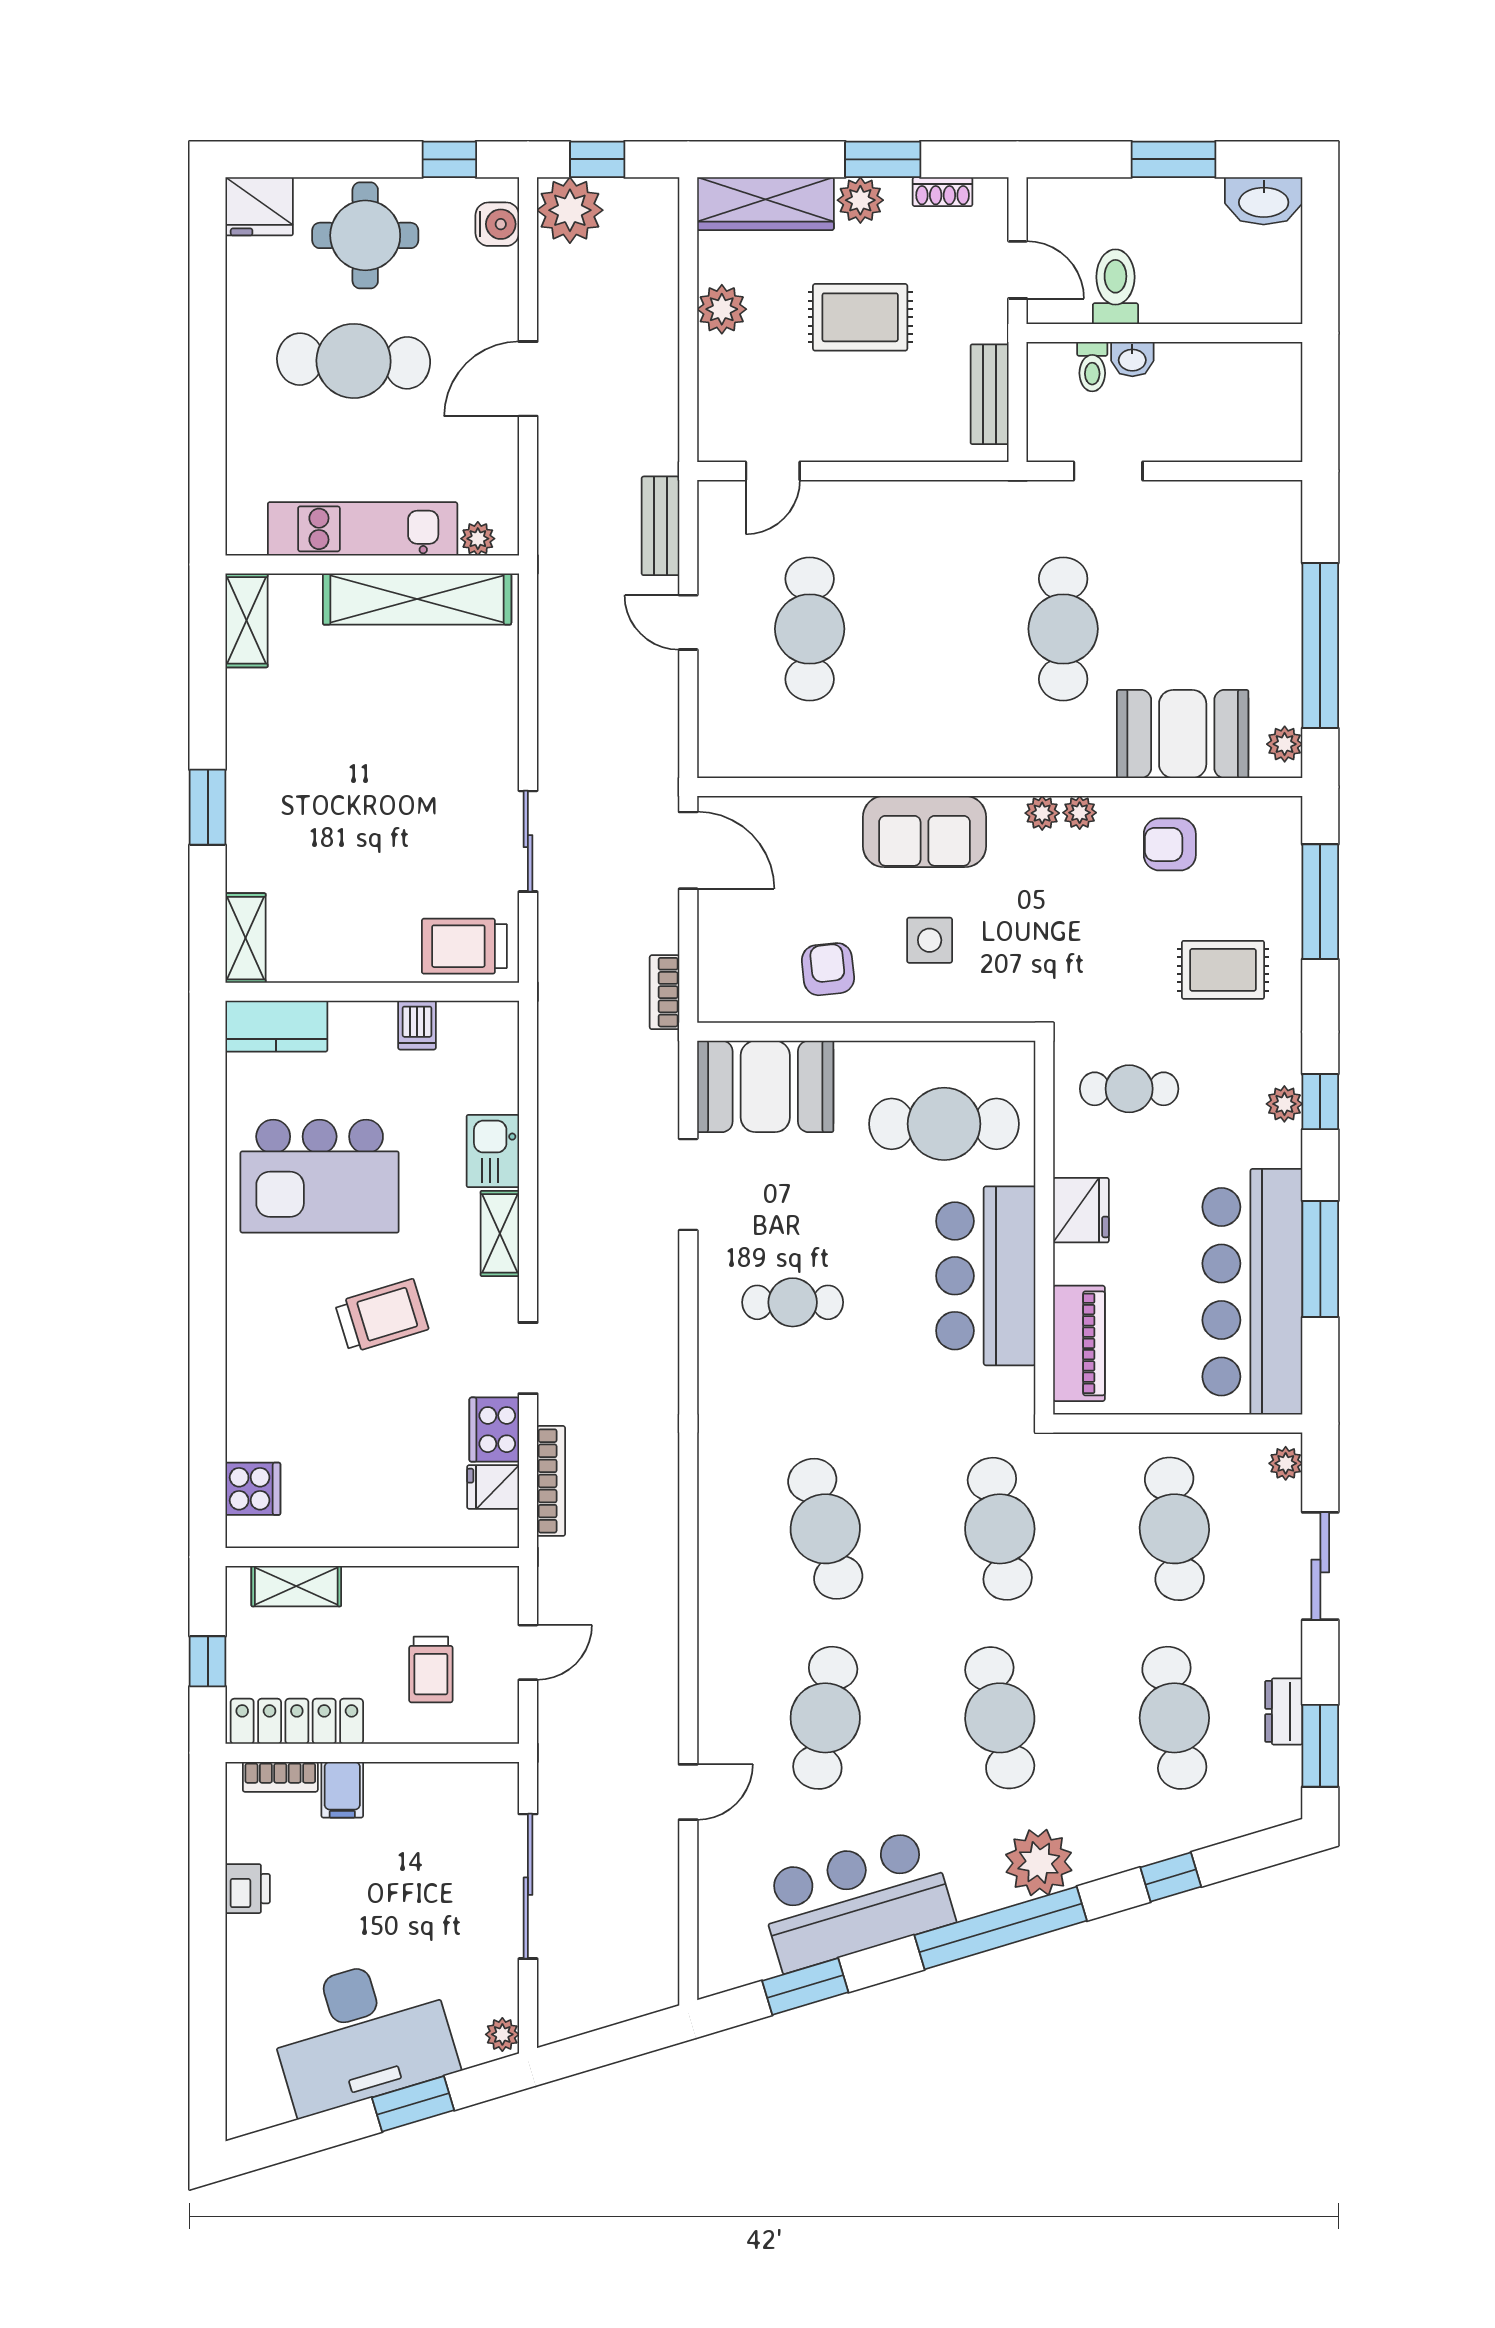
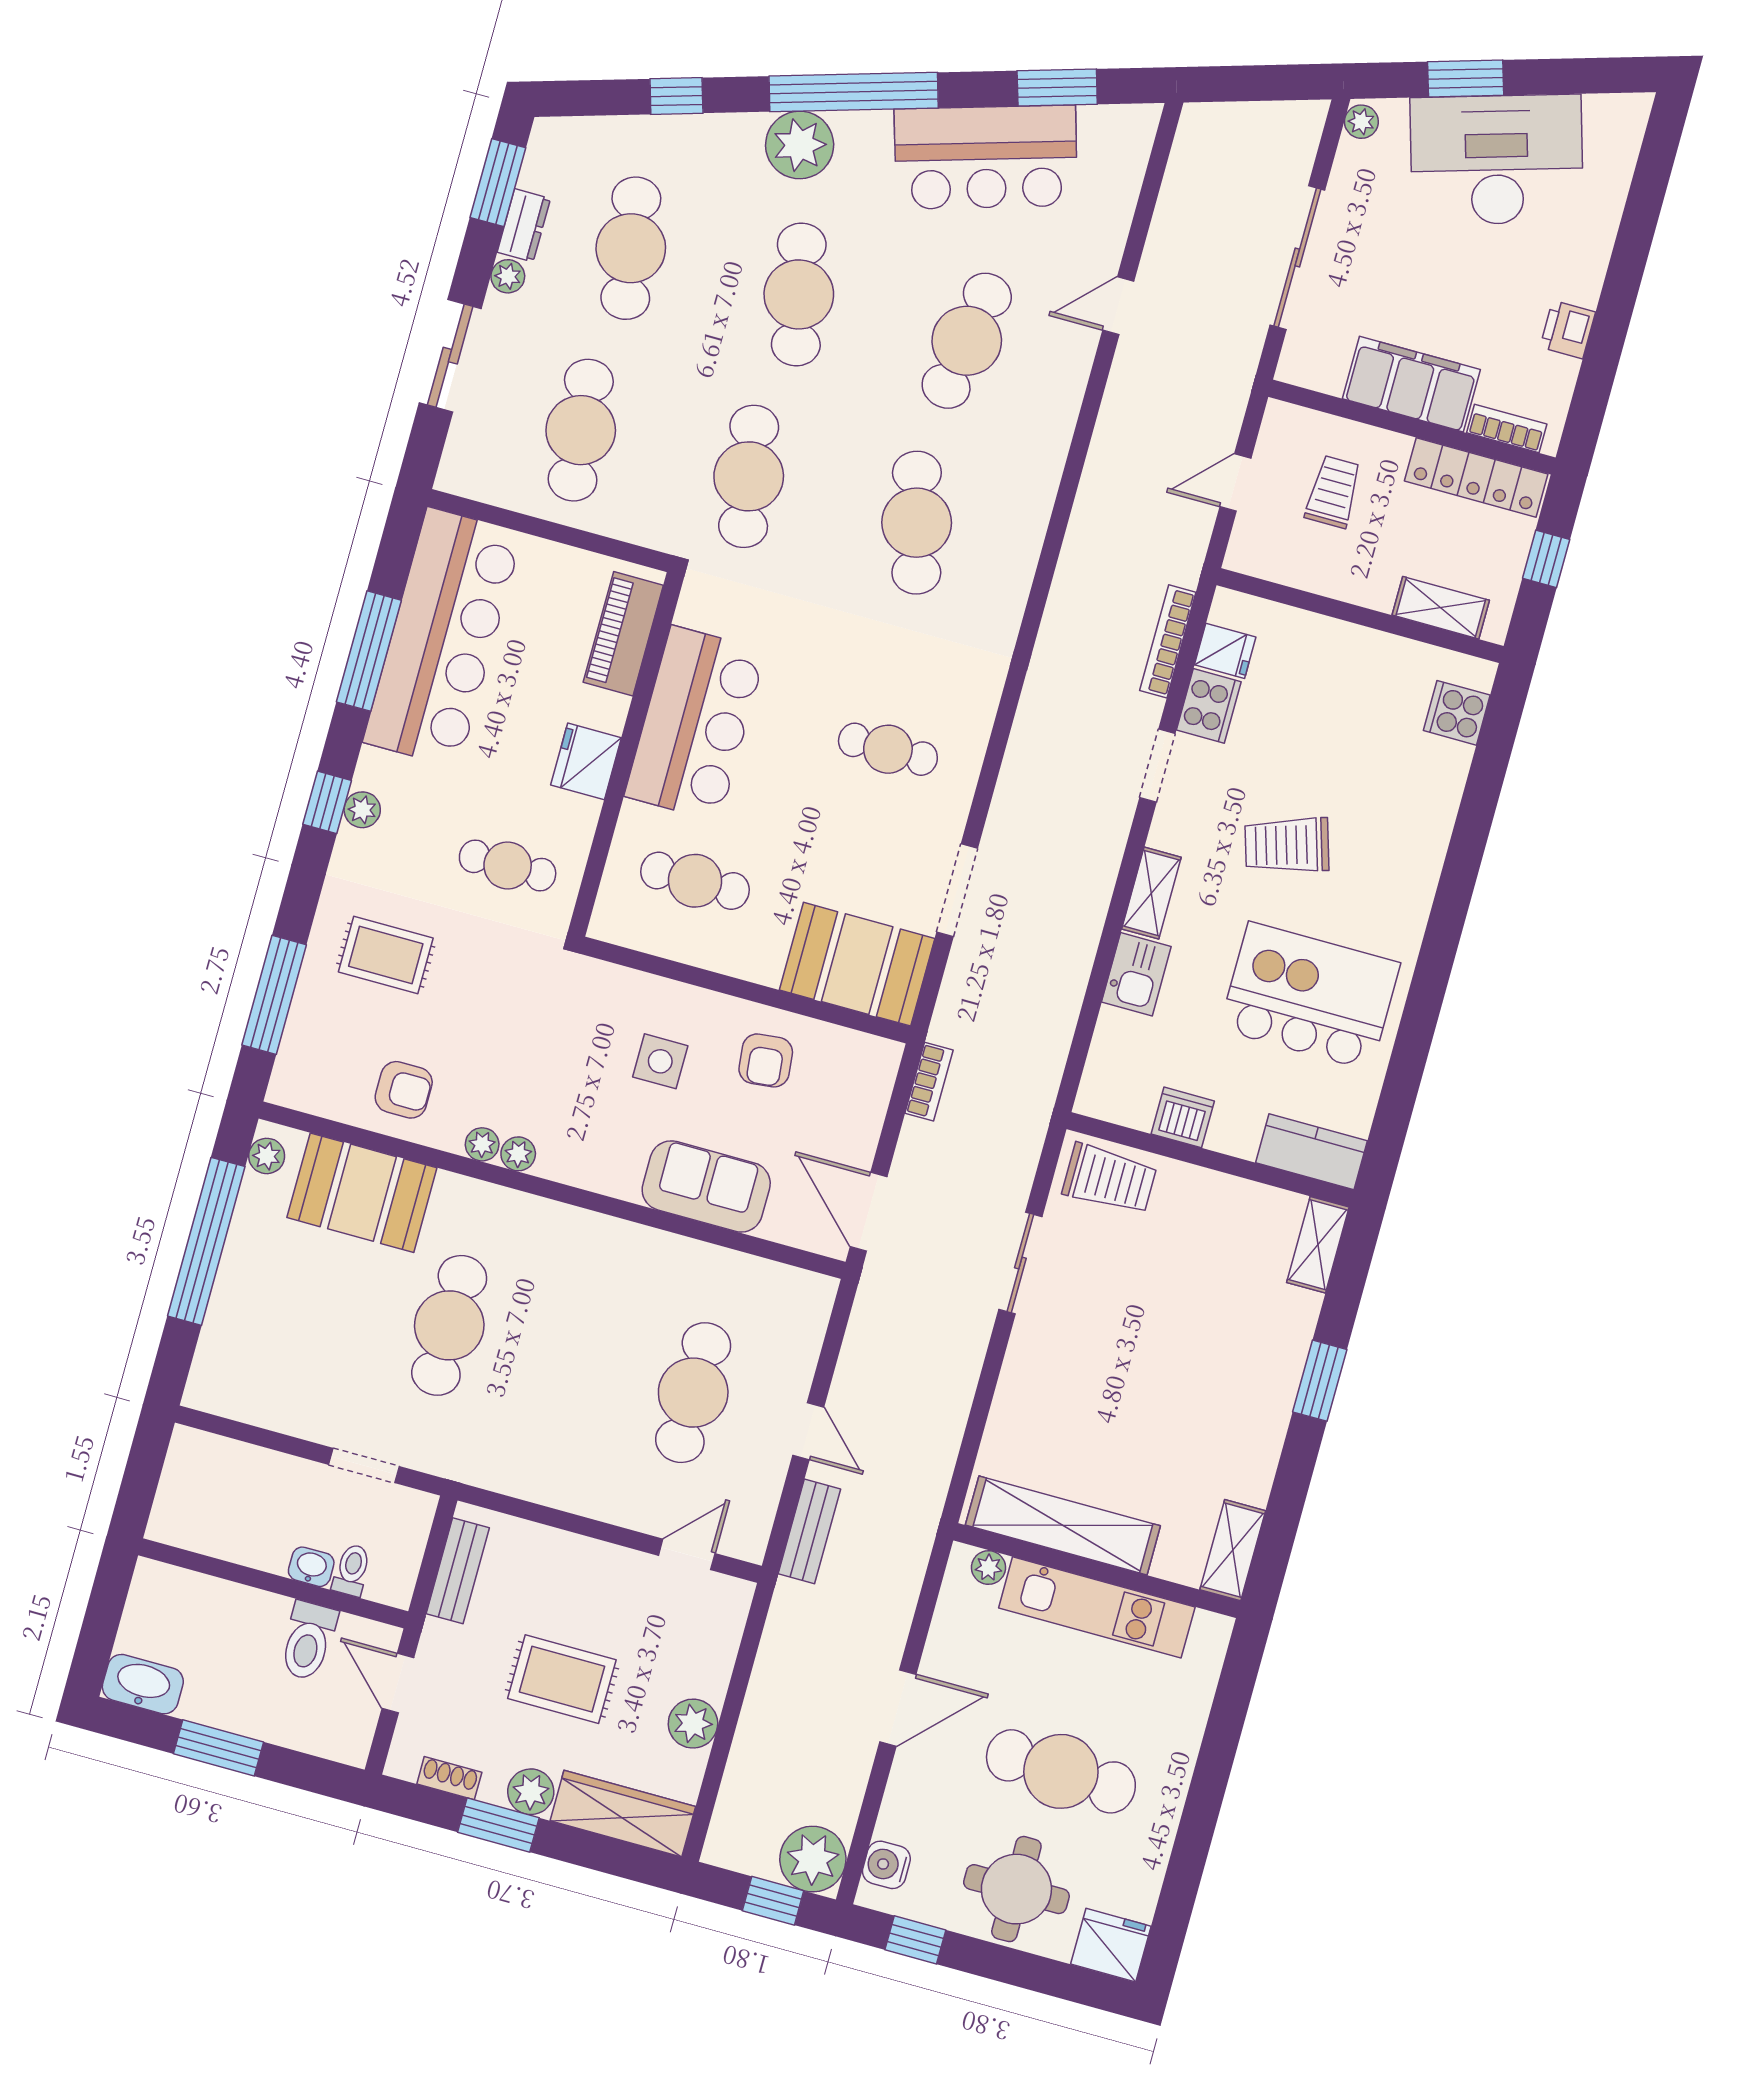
sofa: (924, 832) -> (706, 1186), moved
dishwasher: (417, 1025) -> (1183, 1117), width x1.38
cafe table: (944, 1124) -> (695, 881), width x0.73, depth x0.74
plant: (1286, 1463) -> (508, 276), moved
filing cabinet: (342, 1790) -> (1411, 384), width x3.00, depth x1.17

